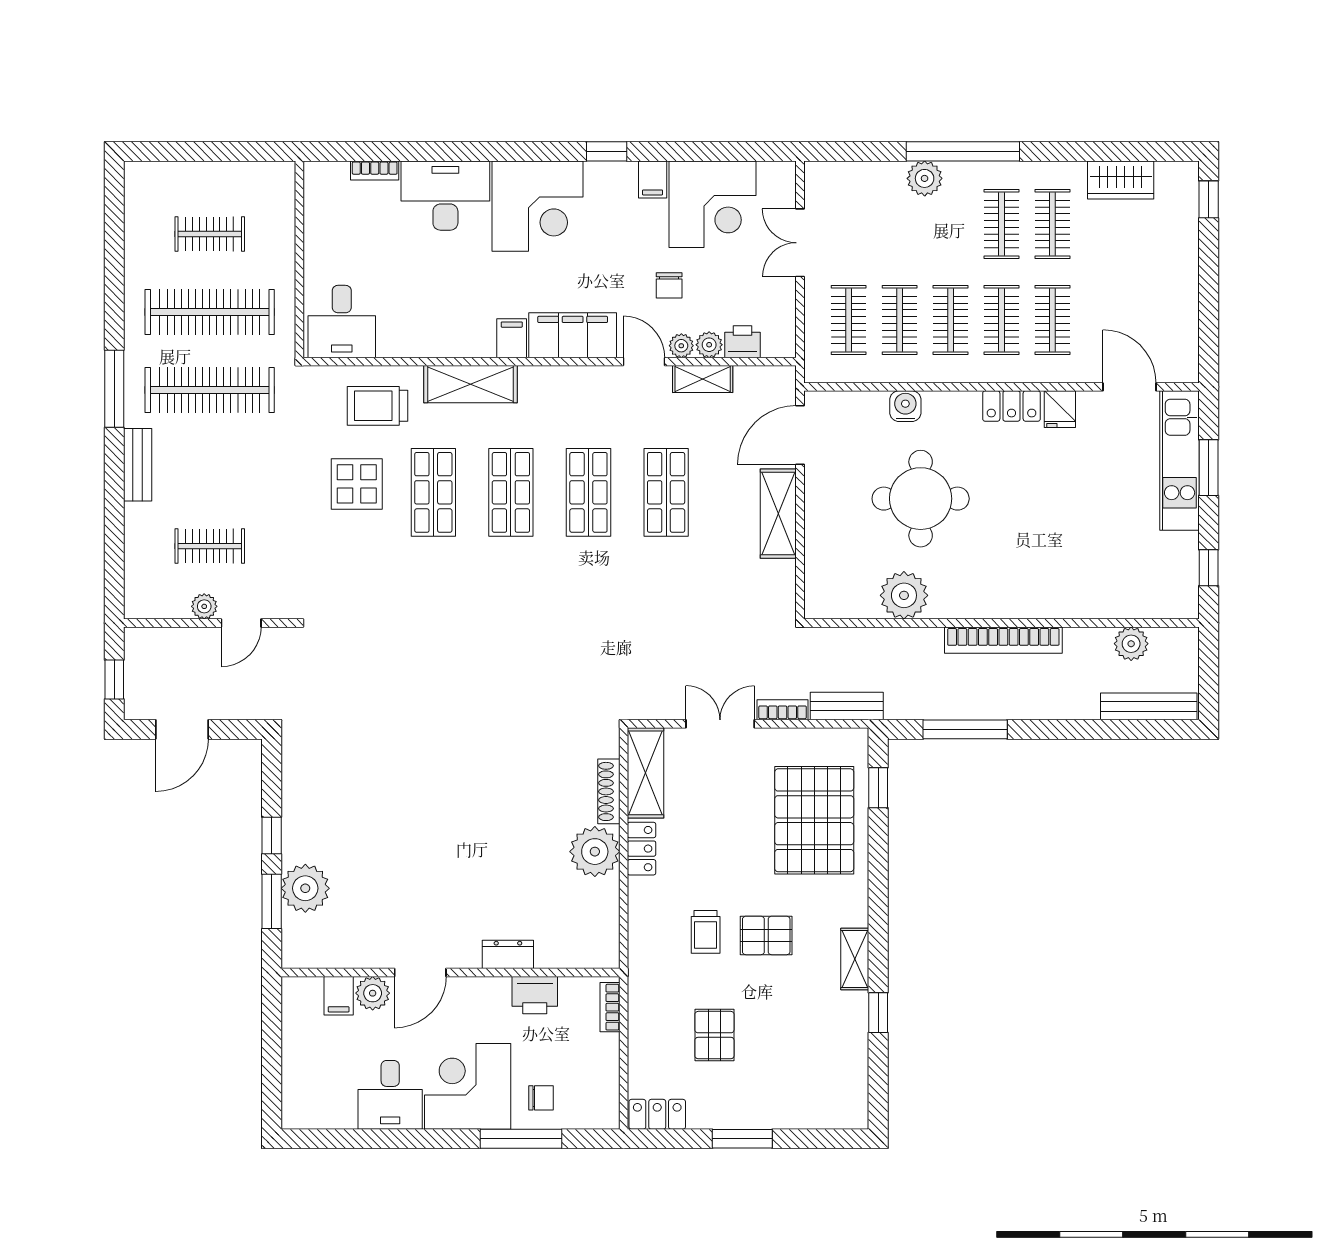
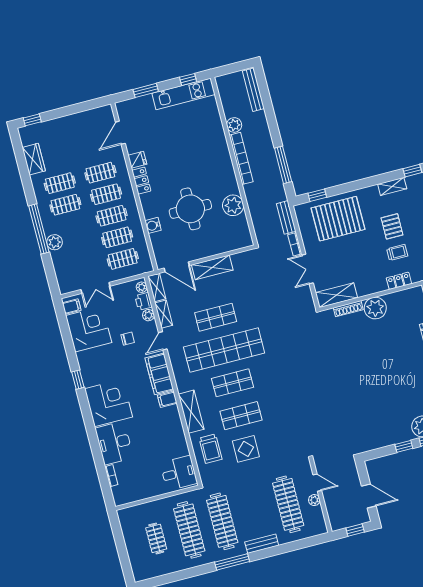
filing cabinet: (653, 179) -> (72, 306), moved
plant: (681, 346) -> (142, 287), moved
shelving: (766, 379) -> (157, 287), added
kitchen unit: (1180, 461) -> (183, 94), moved
shop shelf: (588, 492) -> (224, 350), width x2.00, depth x1.36
clothes rail: (210, 546) -> (288, 504), width x1.86, depth x1.31
plant: (1131, 644) -> (234, 125), moved
locker: (642, 849) -> (399, 281), moved

